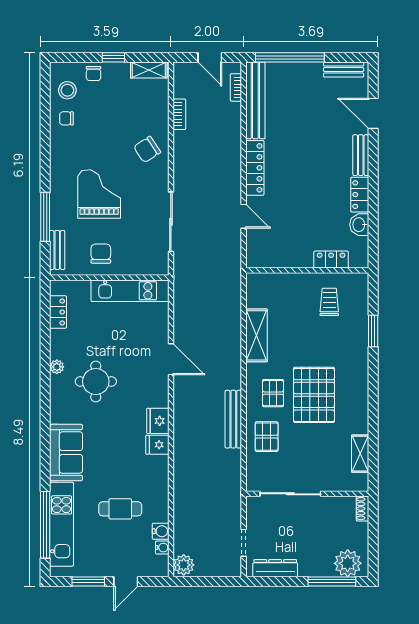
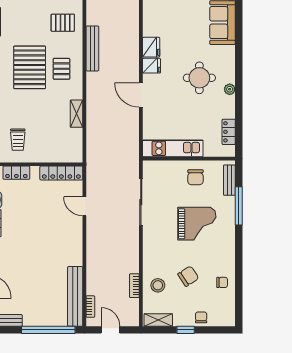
stool: (67, 90) -> (158, 285), moved
chair: (147, 149) -> (188, 276), moved
locker: (255, 168) -> (61, 173), moved, turned -90
grand piano: (99, 194) -> (197, 224), turned -90
shelving: (256, 335) -> (76, 114), width x0.67, depth x0.75
pallet: (267, 437) -> (63, 23), moved, turned 90
fridge: (157, 445) -> (151, 66), moved

